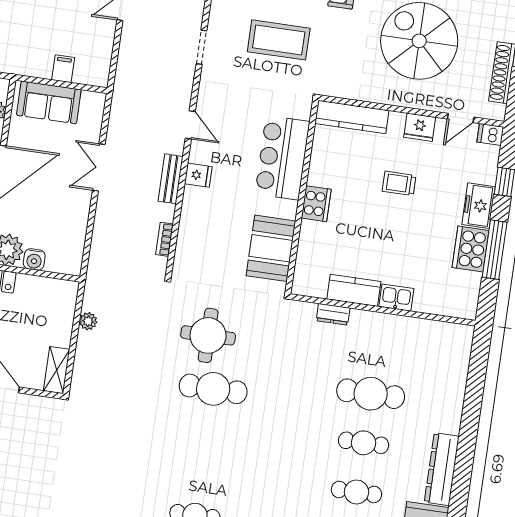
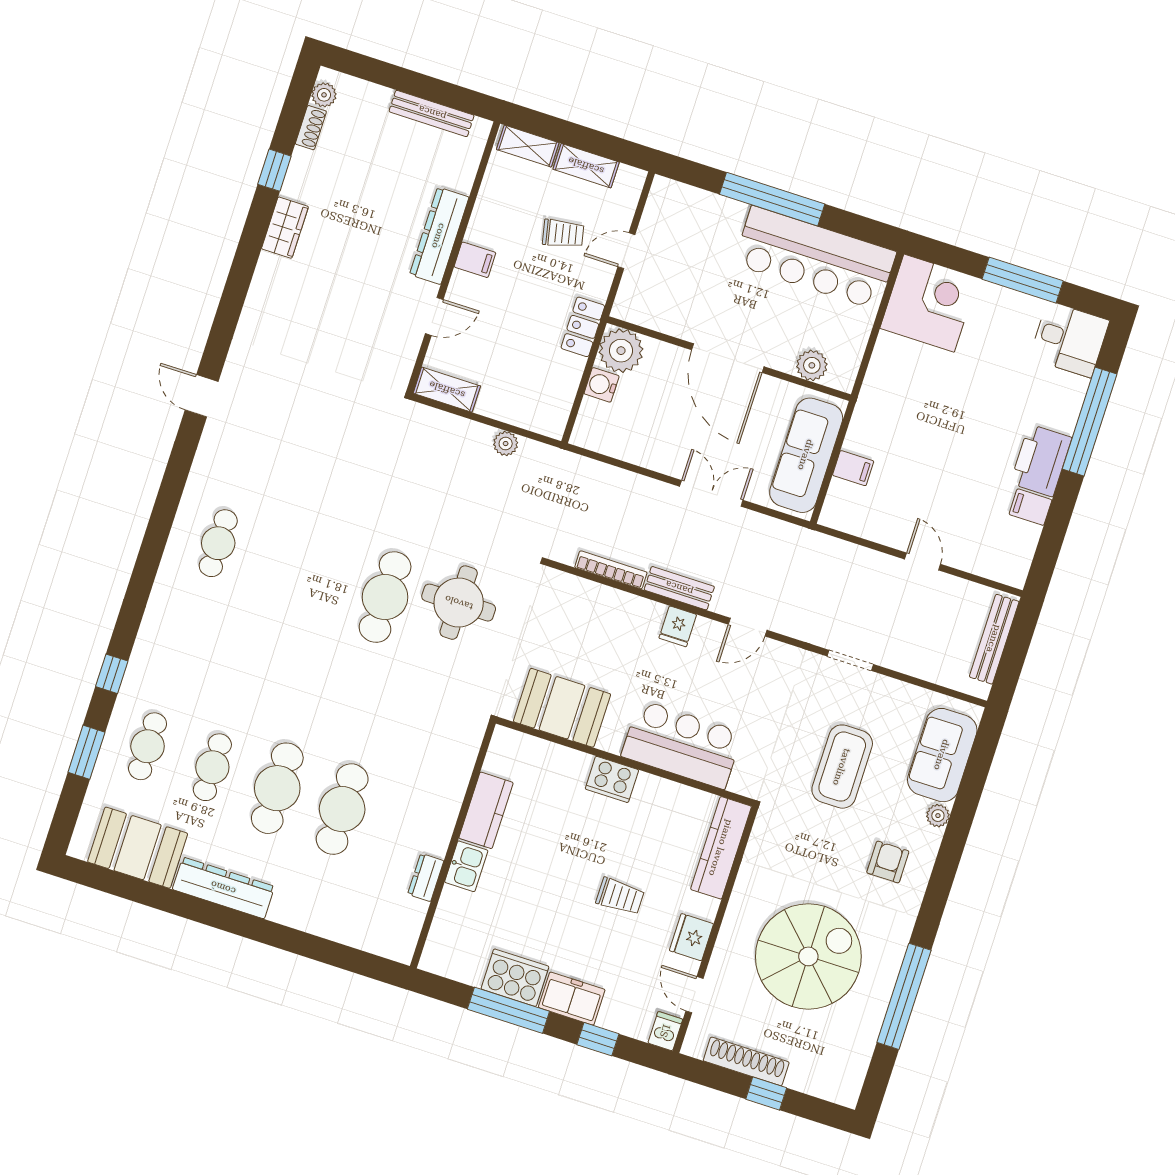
sofa: (49, 102) -> (806, 455), width x1.36
trolley: (399, 183) -> (620, 896), turned 90
bookcase: (165, 239) -> (611, 570), width x1.56
dresser: (333, 314) -> (426, 878), moved
cafe table: (364, 443) -> (277, 788), width x1.37, depth x1.35

